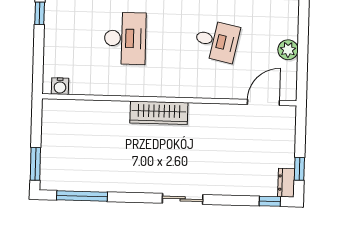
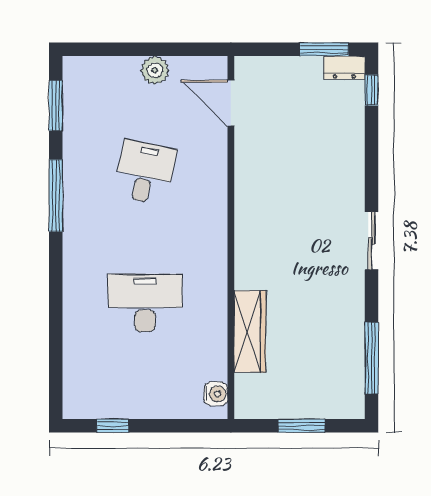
wardrobe: (159, 113) -> (250, 331), moved
window: (35, 164) -> (301, 426), moved
window: (299, 169) -> (324, 49), width x1.50
sliding door: (183, 199) -> (372, 241), moved

